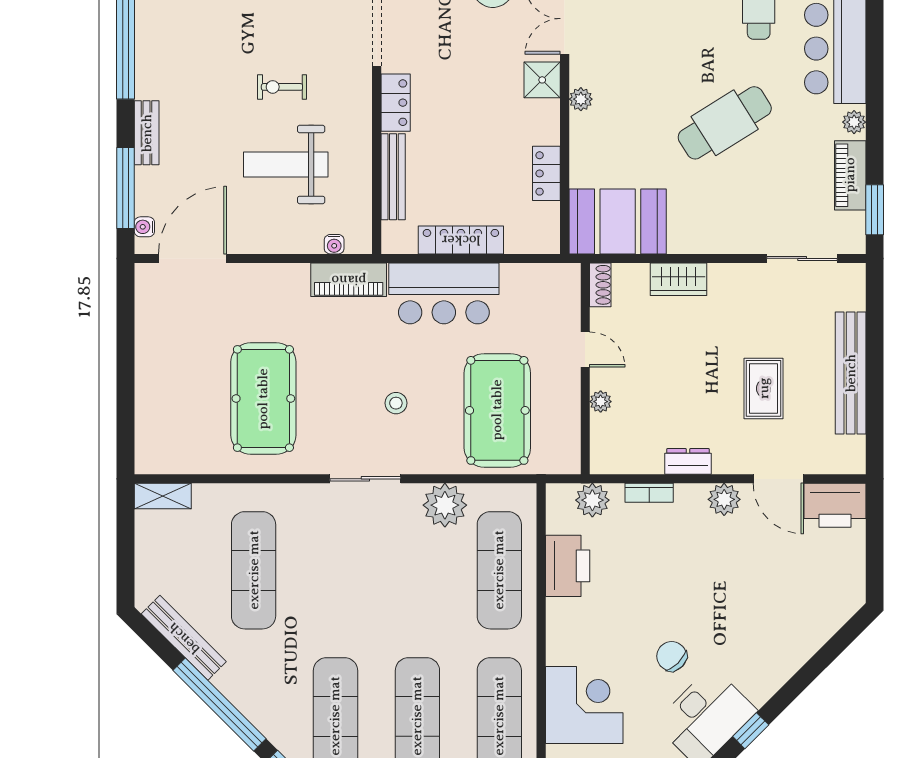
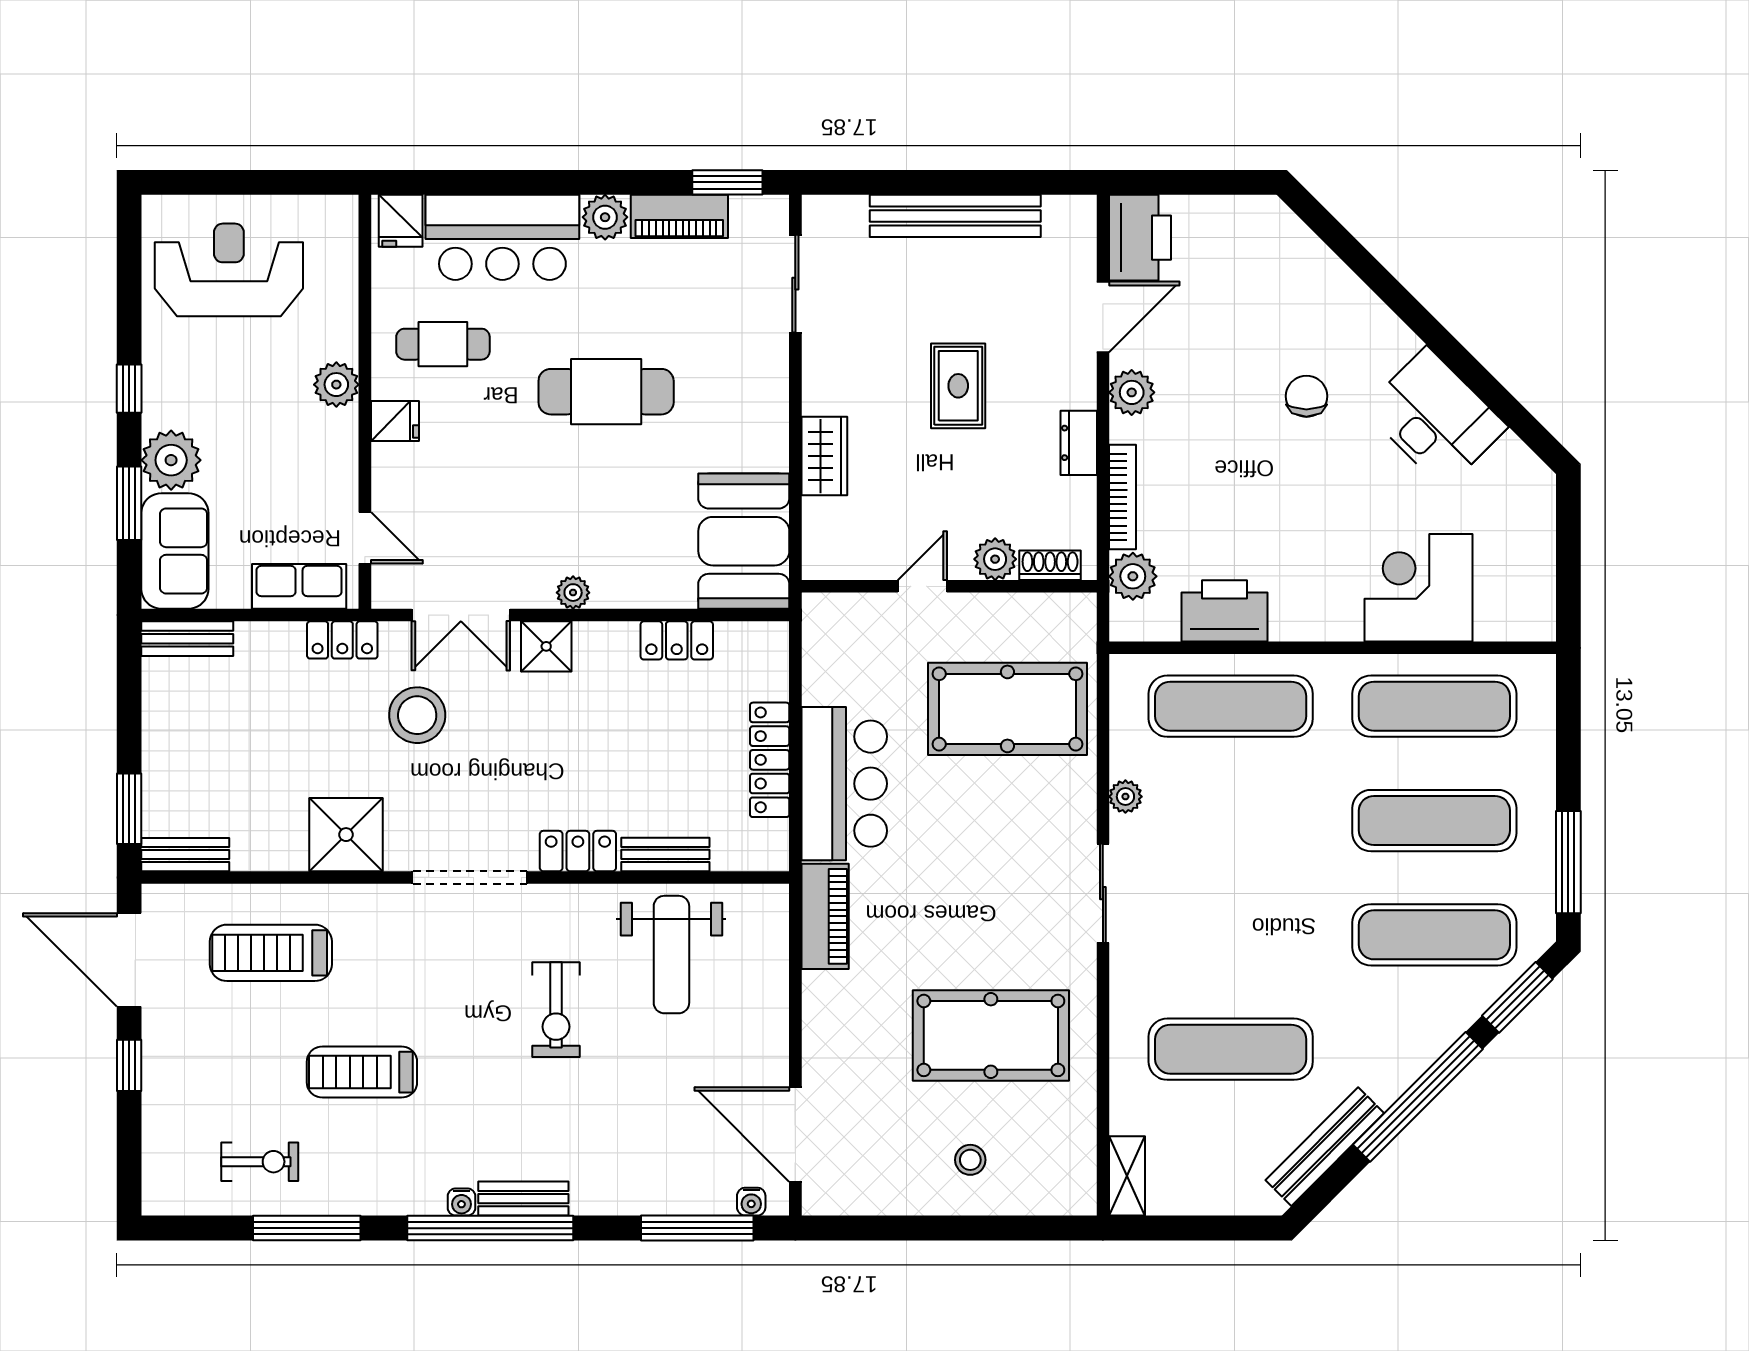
exercise bike: (282, 87) -> (556, 1010), width x1.38, depth x1.39
plant: (854, 122) -> (605, 217), width x1.38, depth x1.38
cafe table: (725, 123) -> (606, 392), turned -58
bench: (147, 133) -> (523, 1199), moved
weight bench: (286, 164) -> (671, 955), moved
bench: (393, 177) -> (665, 854), width x0.73
water cooler: (334, 244) -> (461, 1202), moved, turned 90
shoe rack: (600, 285) -> (1050, 565), moved
rug: (764, 388) -> (958, 386), moved, turned 90
plant: (601, 402) -> (995, 559), width x1.38, depth x1.38
stool: (396, 403) -> (970, 1160), moved
bookcase: (649, 493) -> (1122, 497), width x1.56
plant: (445, 505) -> (1125, 797), width x0.53, depth x0.53
chair: (672, 656) -> (1306, 396), moved, turned 135
window: (751, 731) -> (1455, 355), removed

